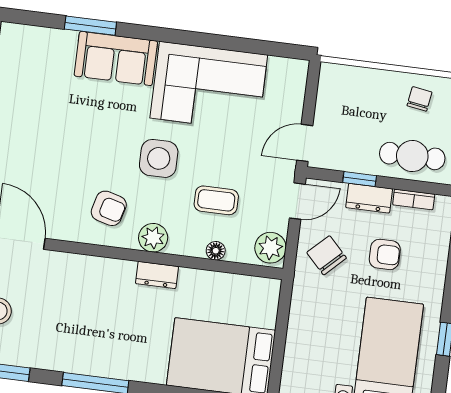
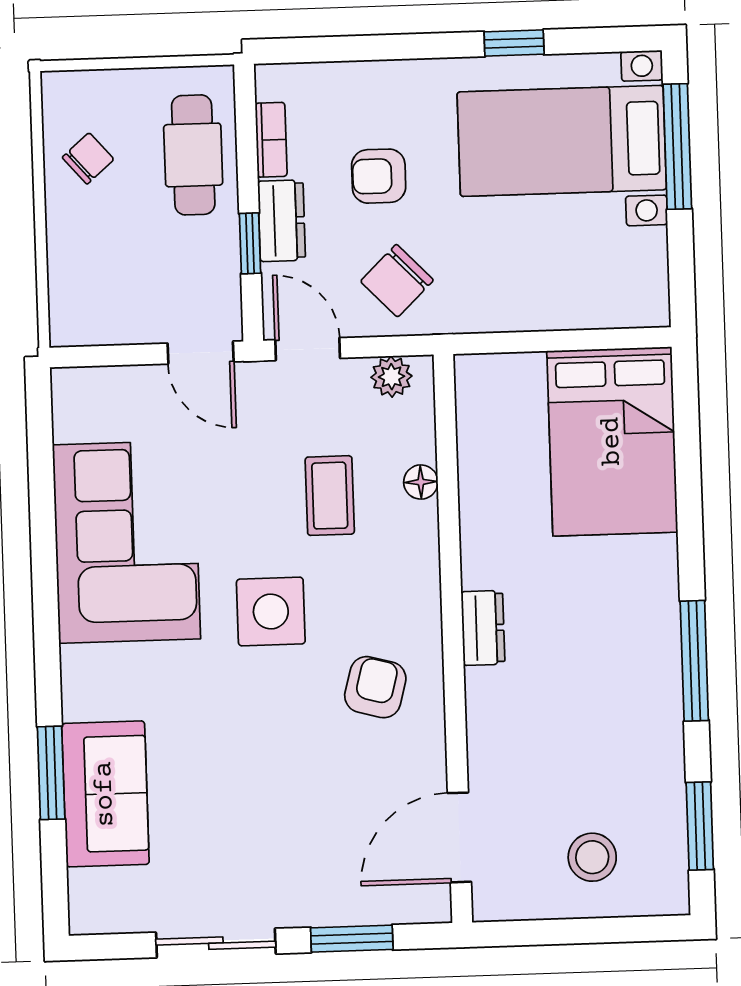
sofa: (116, 58) -> (105, 794), moved
chair: (420, 99) -> (88, 158), turned 130
plant: (153, 238) -> (415, 599), removed
plant: (270, 248) -> (391, 377), width x0.73, depth x0.73
armchair: (385, 254) -> (379, 176), turned -90
dresser: (157, 275) -> (483, 628), moved

